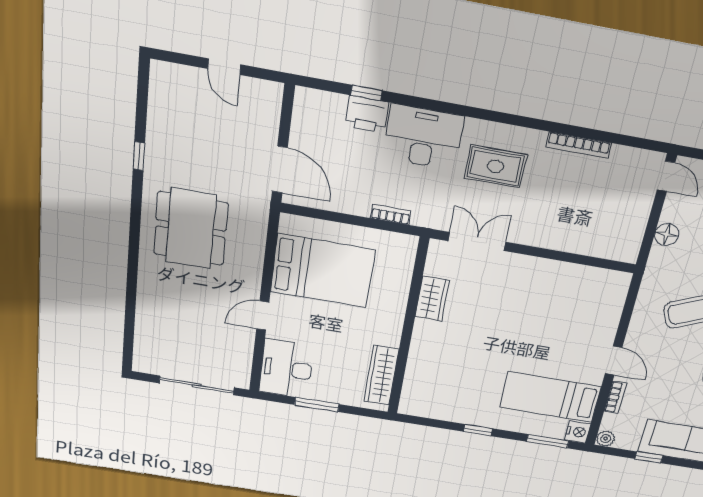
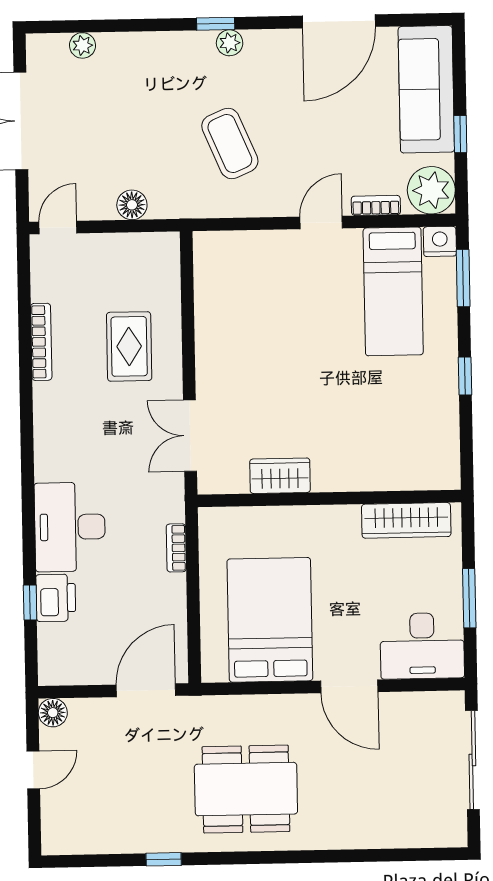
floor lamp: (271, 93) -> (53, 713), added
rug: (495, 166) -> (129, 346), moved
door: (263, 316) -> (349, 686), width x1.38
plant: (606, 439) -> (431, 190), width x1.88, depth x1.88

